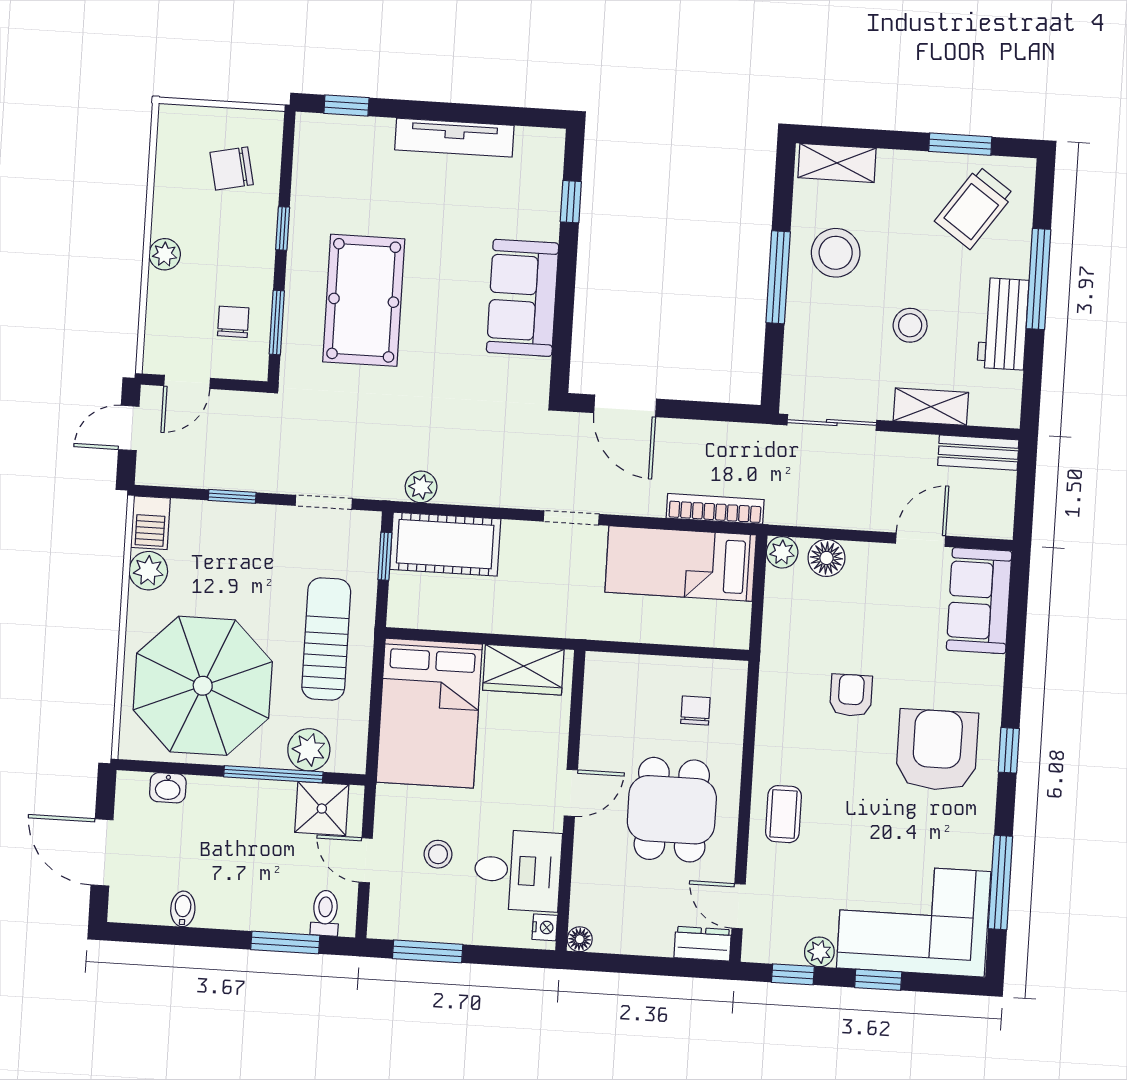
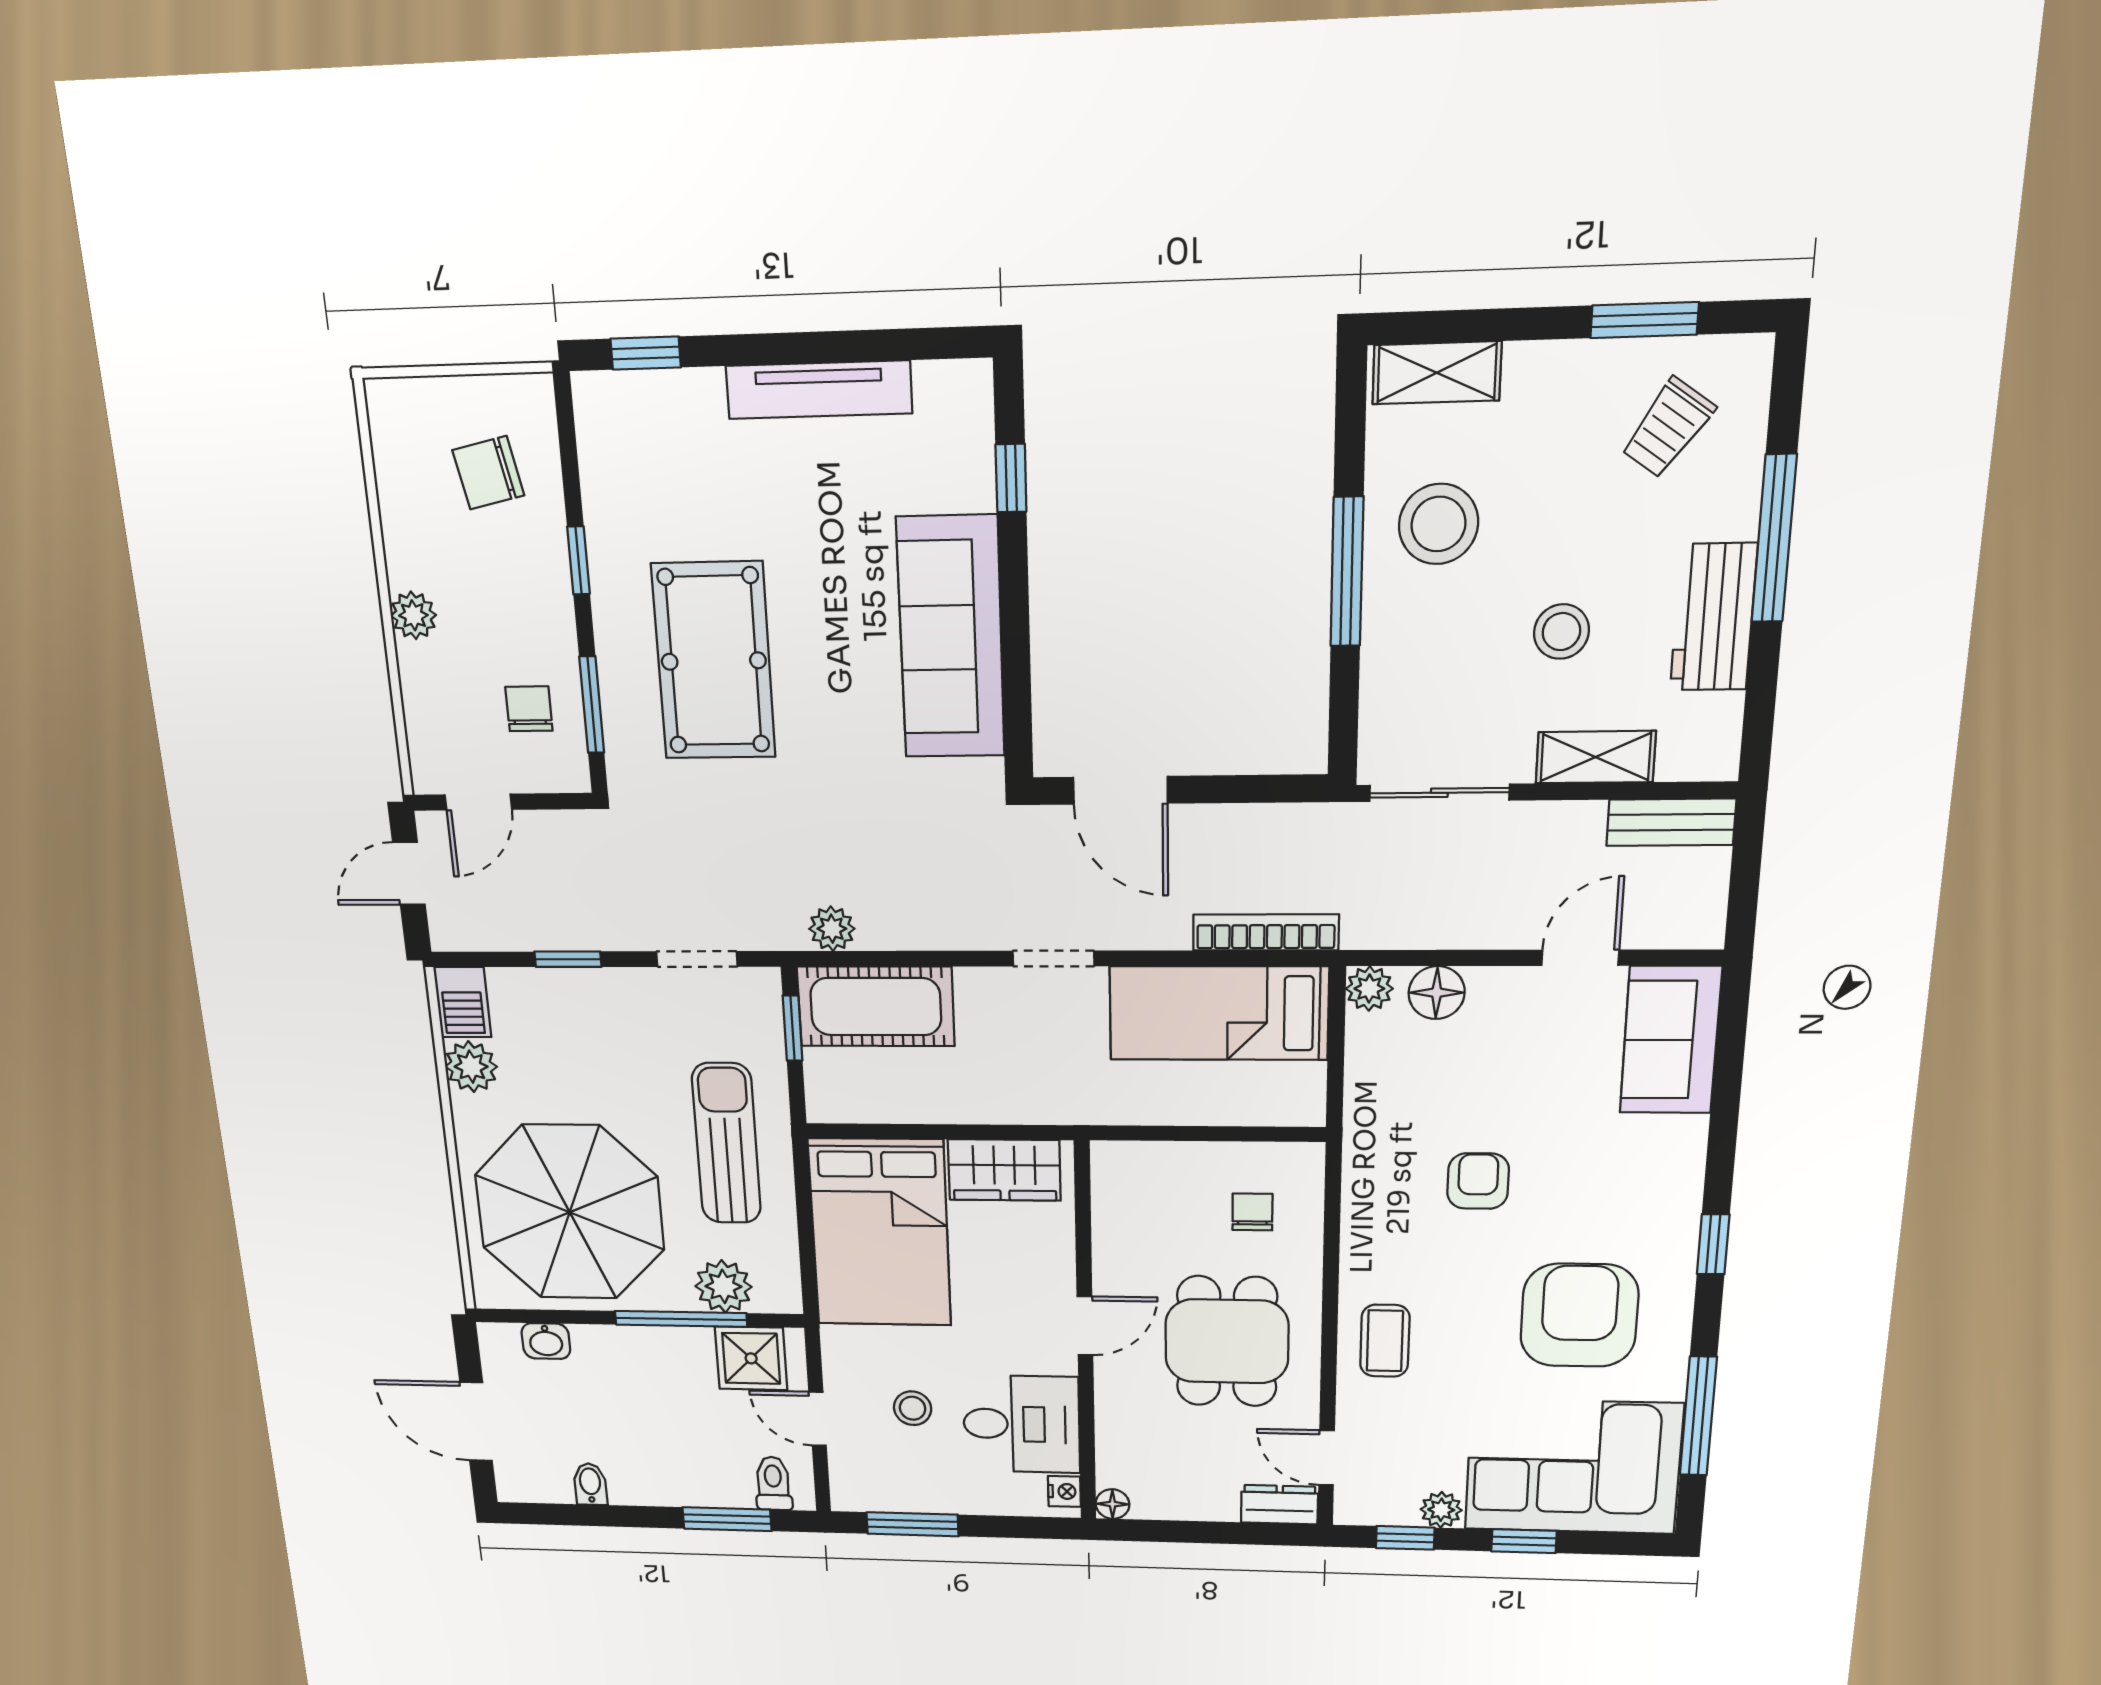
trolley: (974, 208) -> (1668, 428), width x0.73, depth x0.72
sofa: (523, 298) -> (951, 638), width x1.36
armchair: (937, 750) -> (1579, 1315), moved

